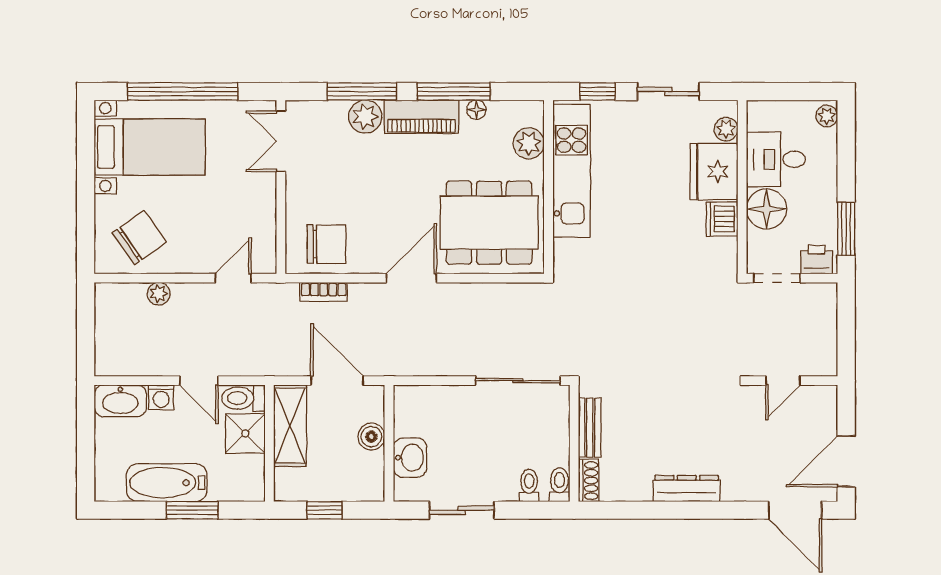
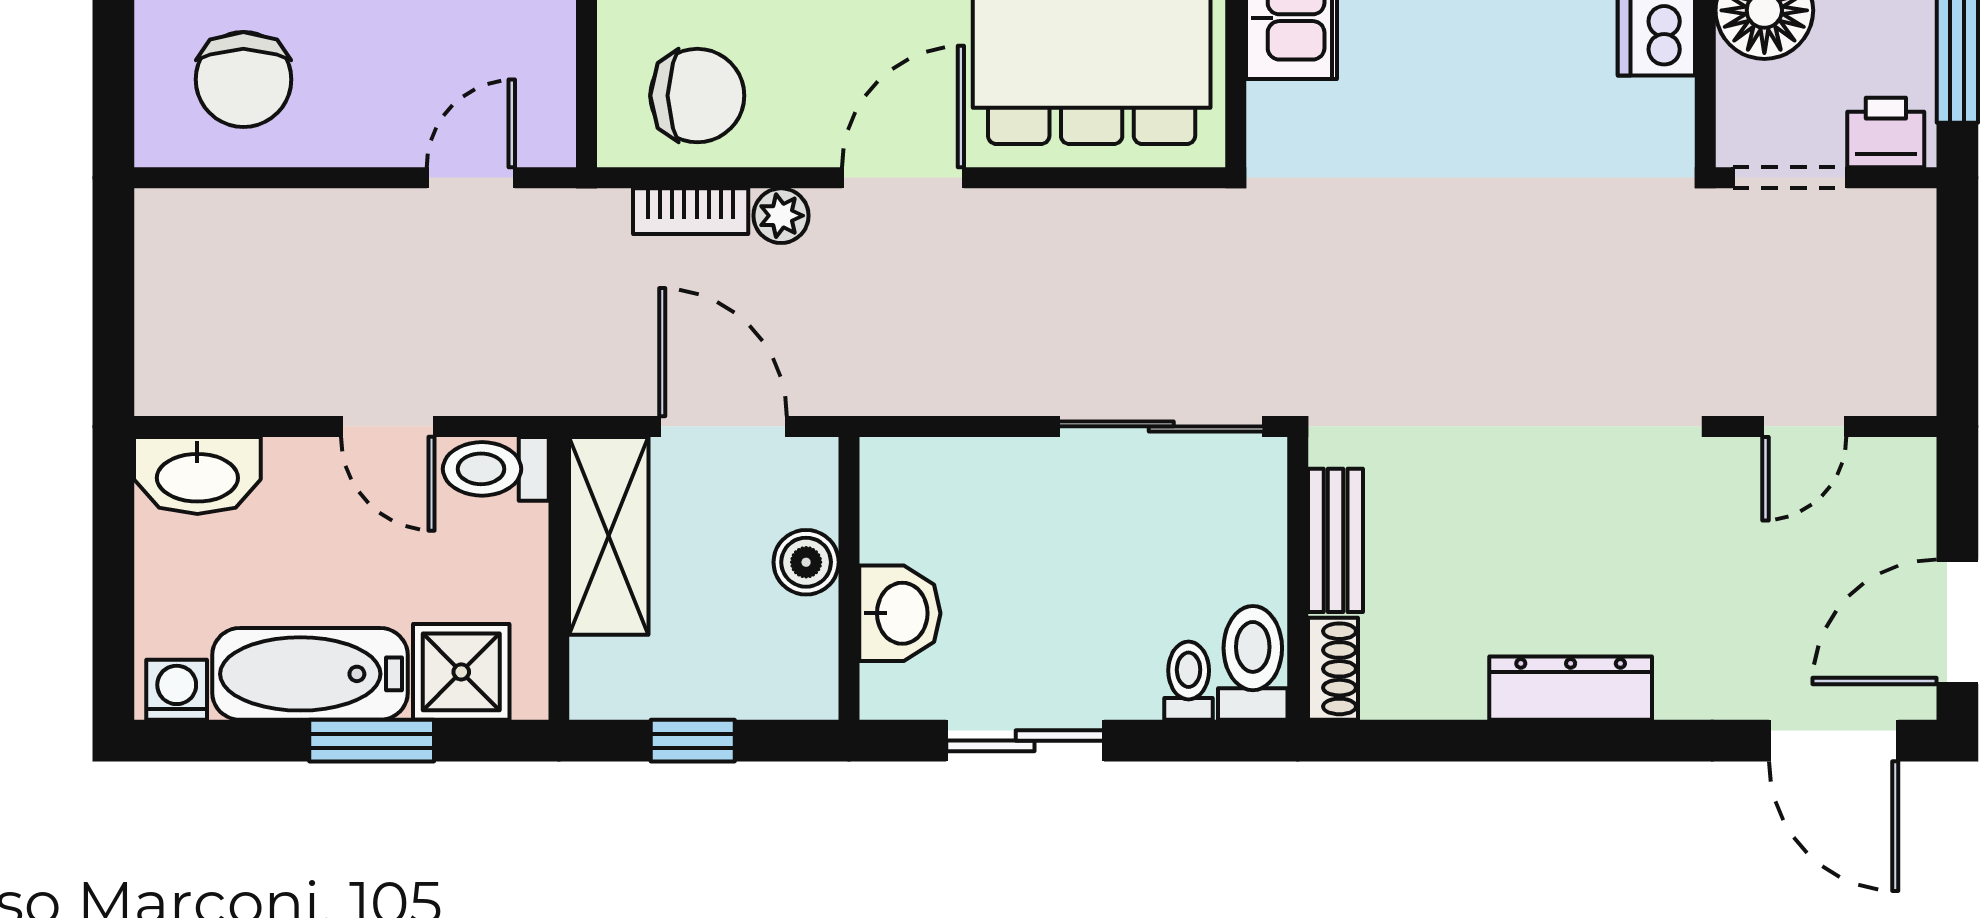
chair: (139, 238) -> (243, 79), turned 125
plant: (159, 294) -> (781, 216), moved
washing machine: (161, 397) -> (177, 690), moved, turned 180
shower: (245, 433) -> (461, 672), moved
toilet: (559, 485) -> (1253, 663), width x1.37, depth x1.39

